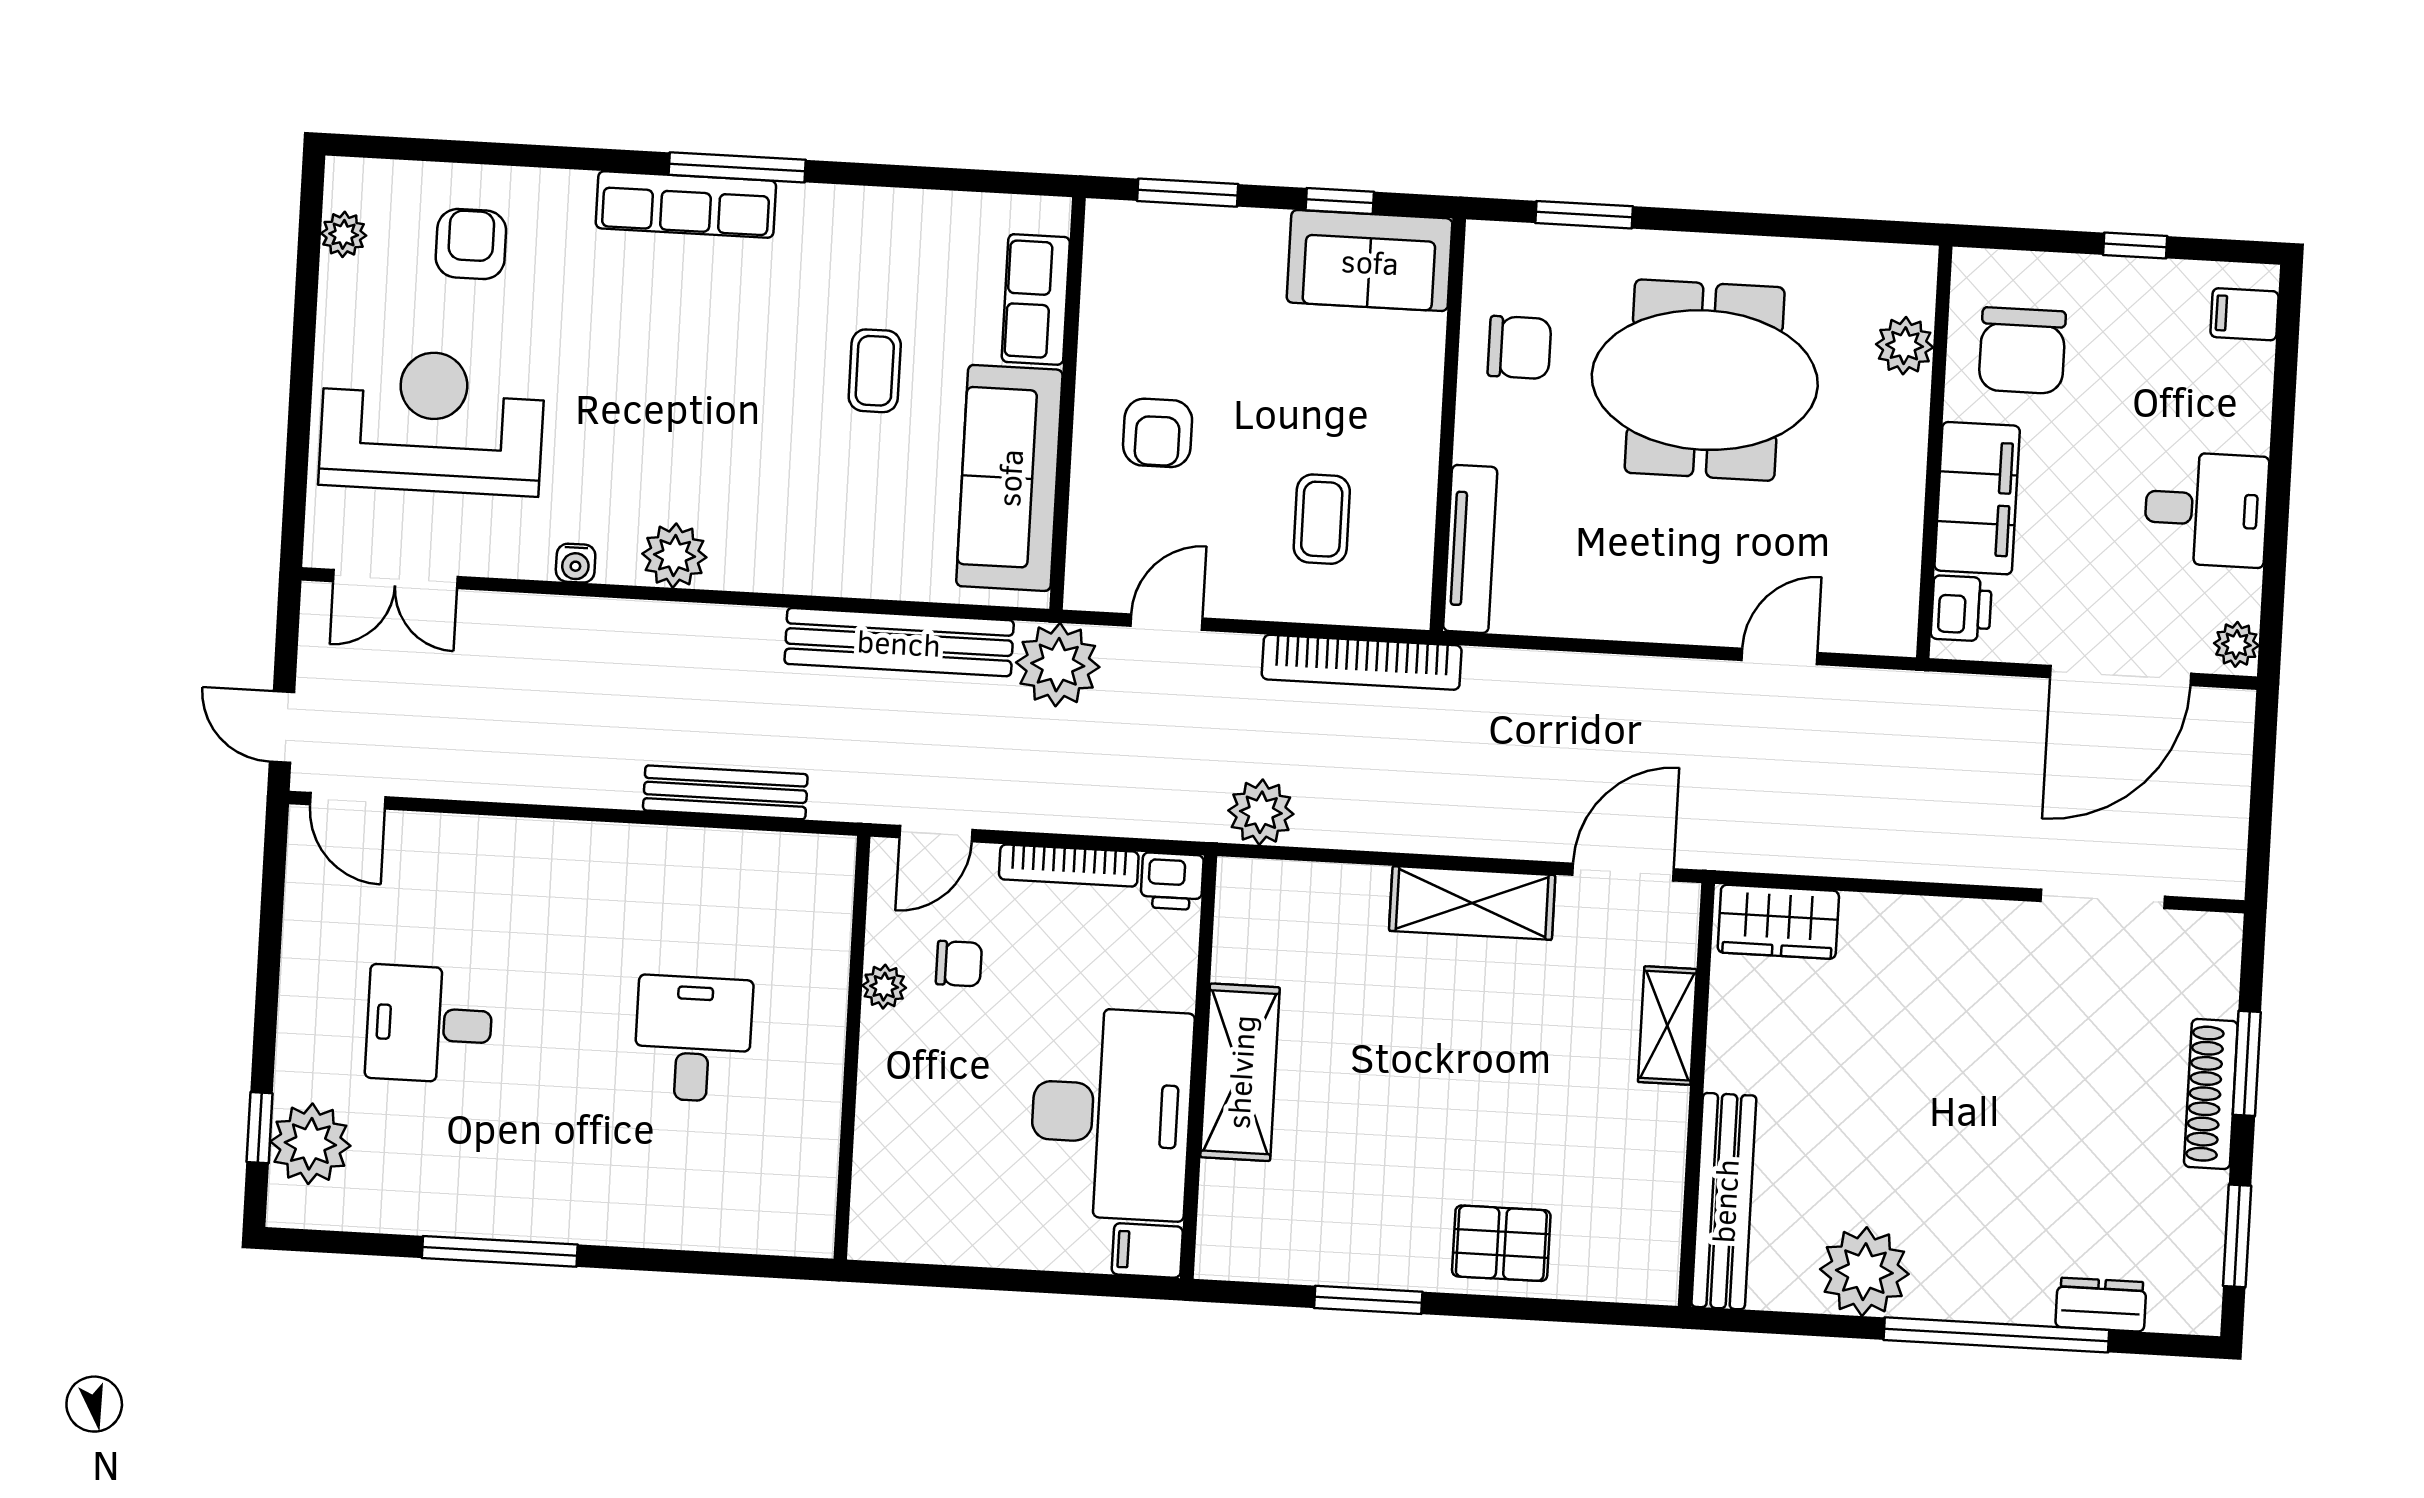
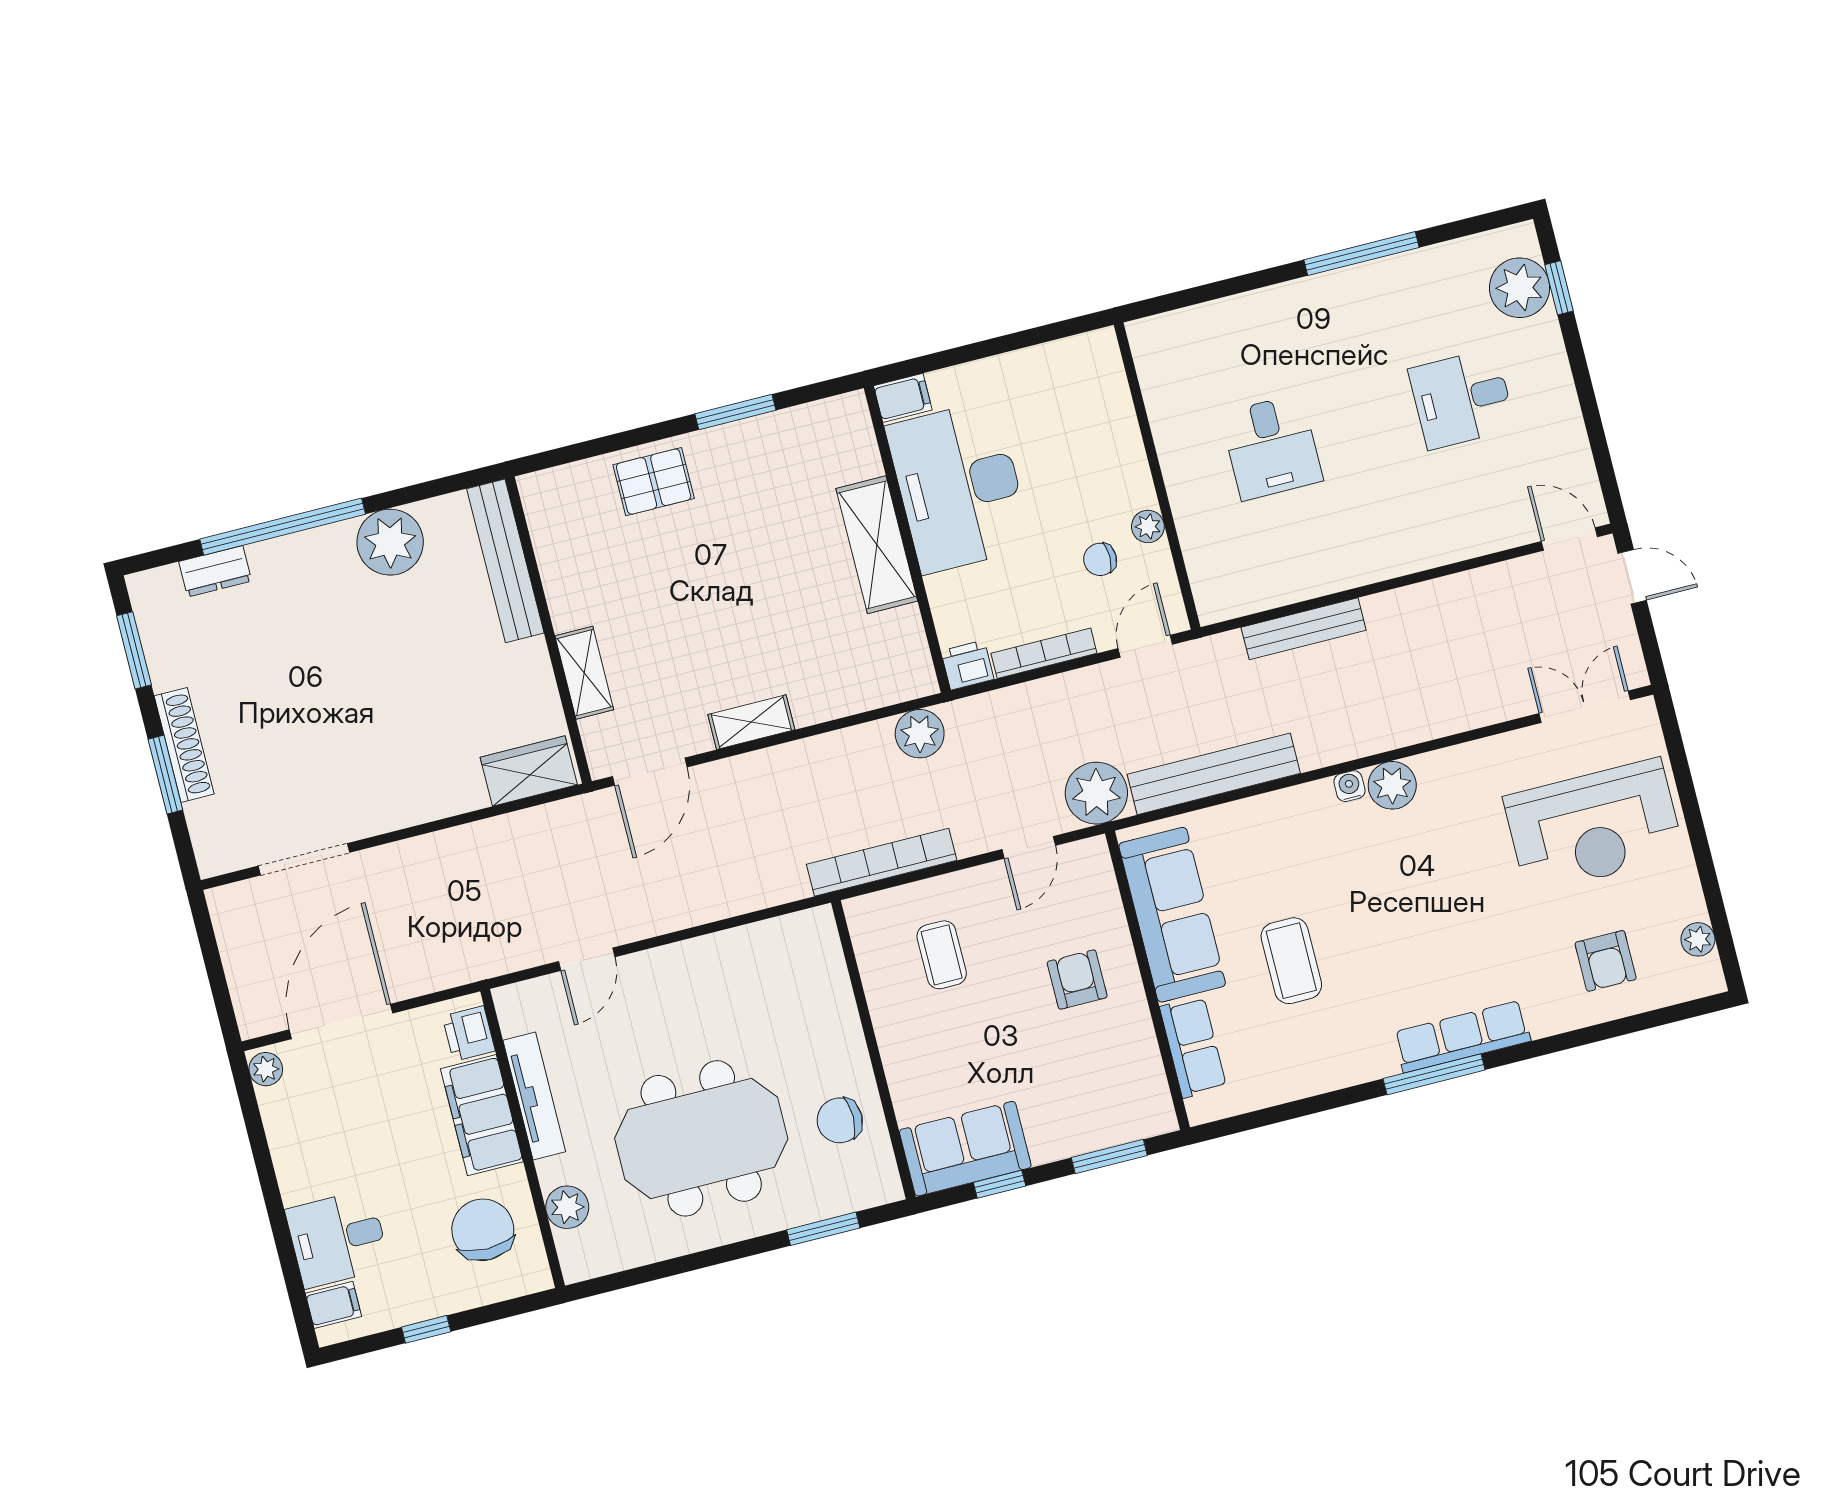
coffee table: (875, 371) -> (1291, 961), width x1.36, depth x1.30
desk: (2206, 509) -> (338, 1239), moved
tv unit: (1470, 549) -> (534, 1096), moved, turned 180
water cooler: (576, 563) -> (1349, 786), moved
shelving: (1472, 903) -> (751, 722), width x0.67, depth x0.75
desk: (429, 1024) -> (1462, 399), turned 180

